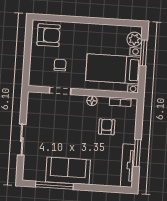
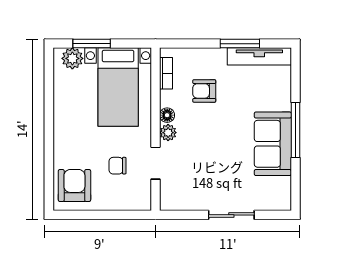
plant: (80, 101) -> (168, 133), added
window: (54, 185) -> (296, 130), moved

